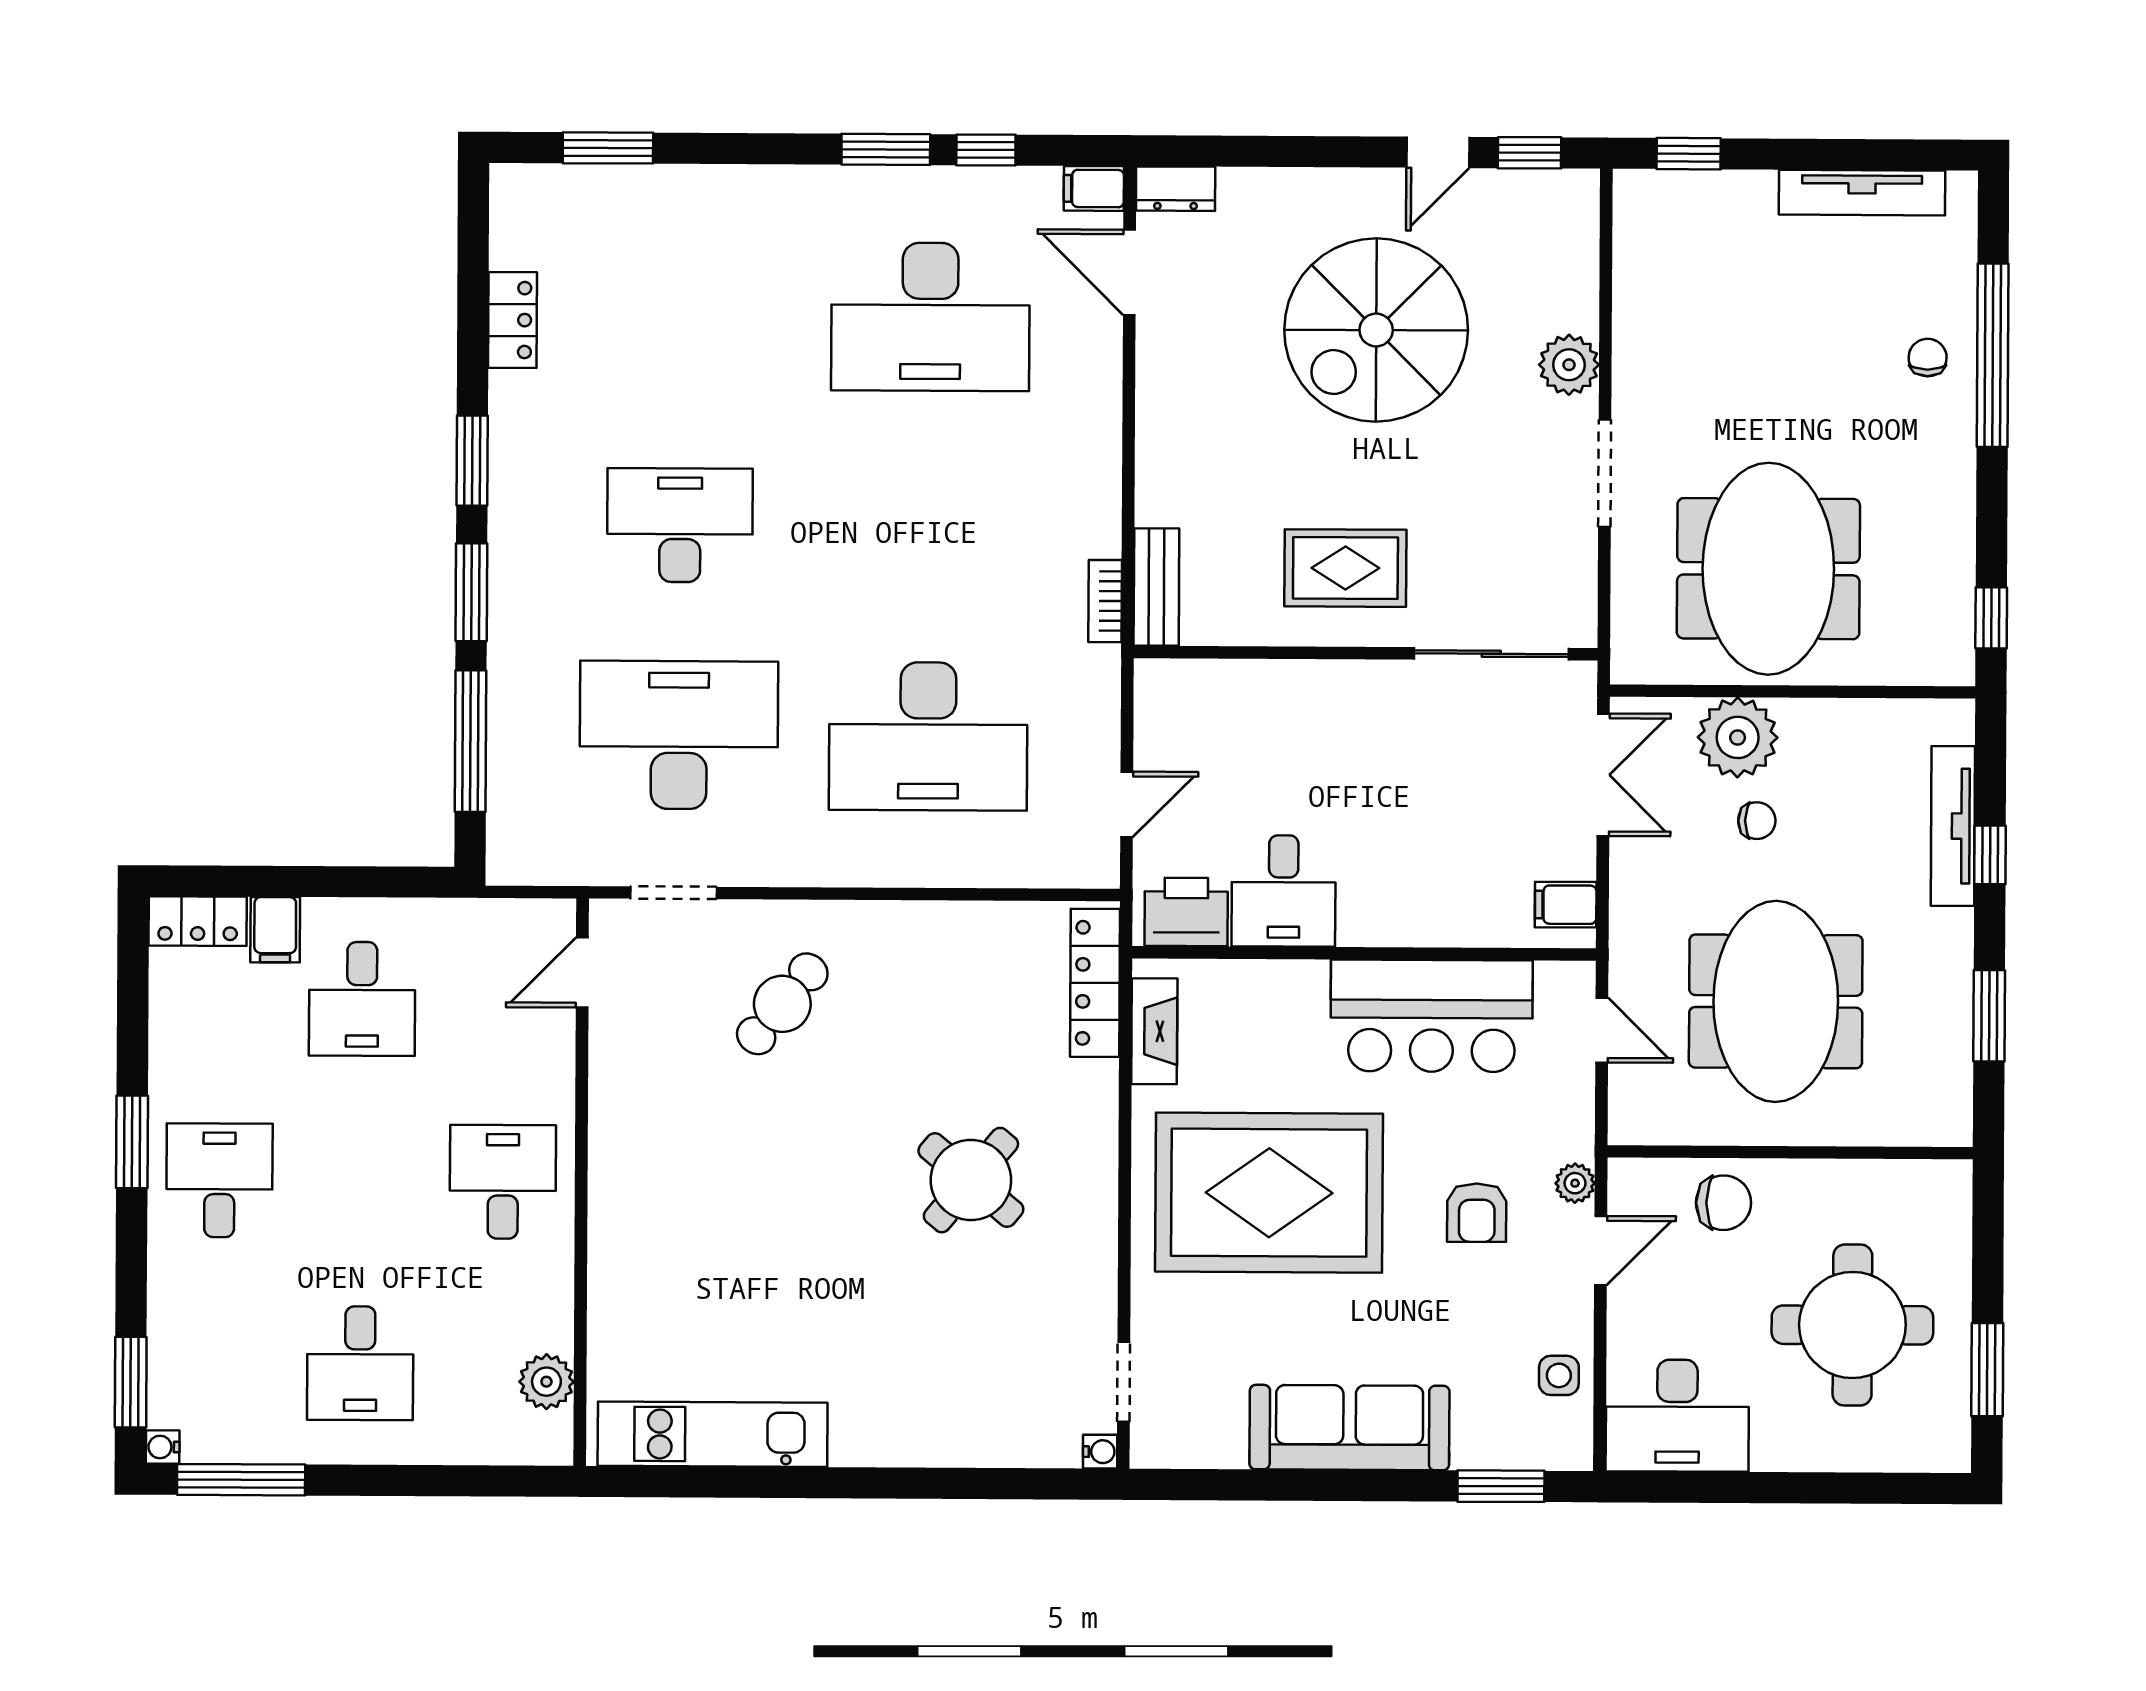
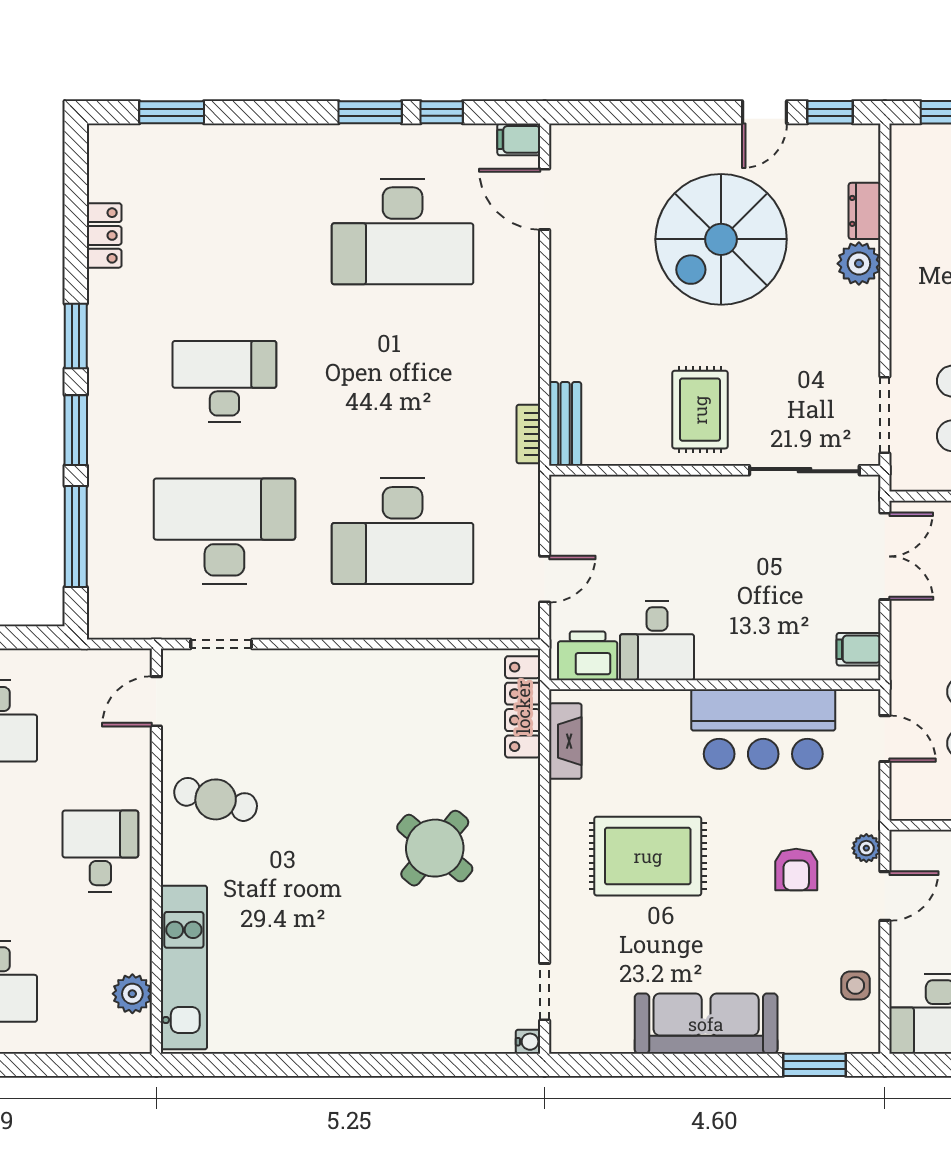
dresser: (1176, 189) -> (865, 211), moved, turned 90
doorway: (1605, 473) -> (885, 415), moved
rug: (1345, 568) -> (700, 410), turned 90
cafe table: (782, 1004) -> (216, 799), moved, turned 66
rug: (1269, 1193) -> (648, 856), width x0.73, depth x0.69
kitchen unit: (713, 1434) -> (184, 968), moved, turned 90

